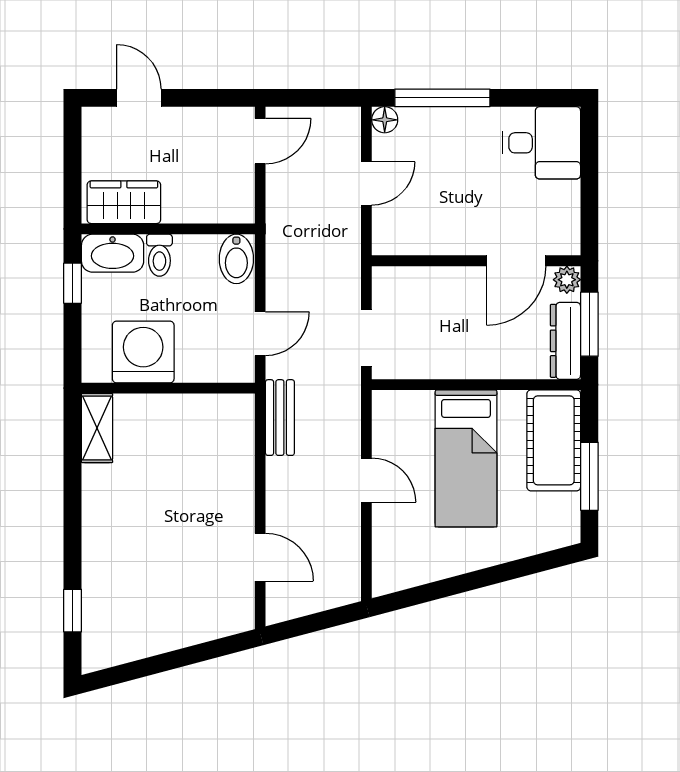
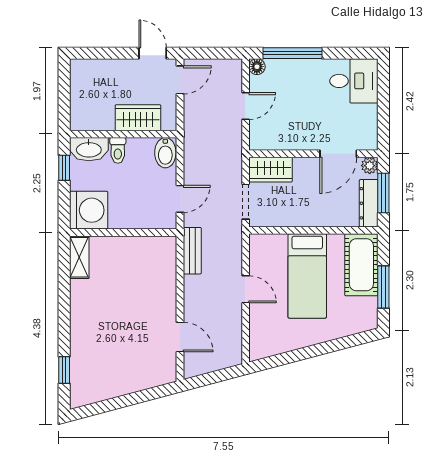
door: (139, 98) -> (153, 53), moved
wardrobe: (124, 202) -> (138, 118), moved
wardrobe: (407, 286) -> (271, 170), added
washing machine: (143, 352) -> (89, 210), moved, turned 90

